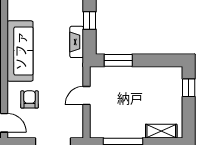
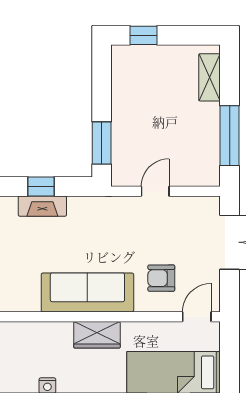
fireplace: (77, 42) -> (42, 206), moved
door: (87, 95) -> (155, 191), swing flipped

